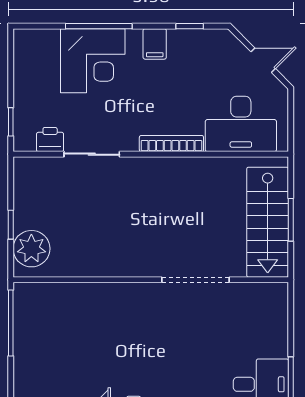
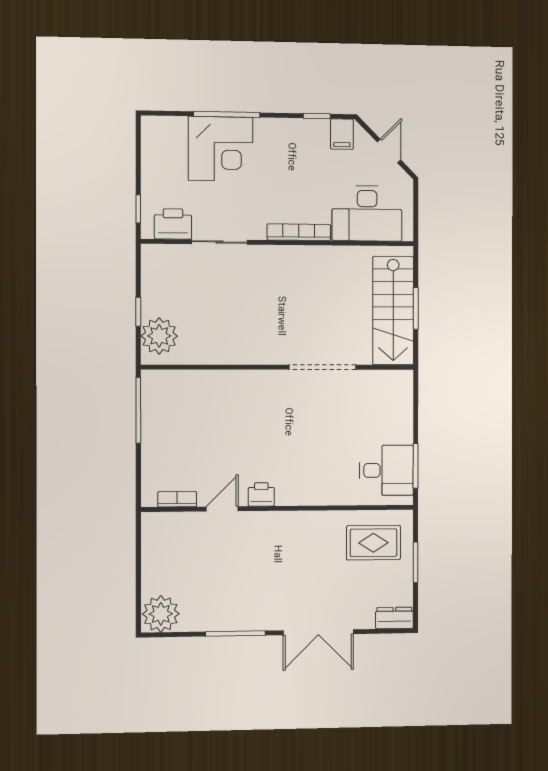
filing cabinet: (155, 44) -> (342, 134), moved
door: (263, 60) -> (389, 151), hinge flipped
printer: (50, 140) -> (173, 224), width x1.36, depth x1.24

